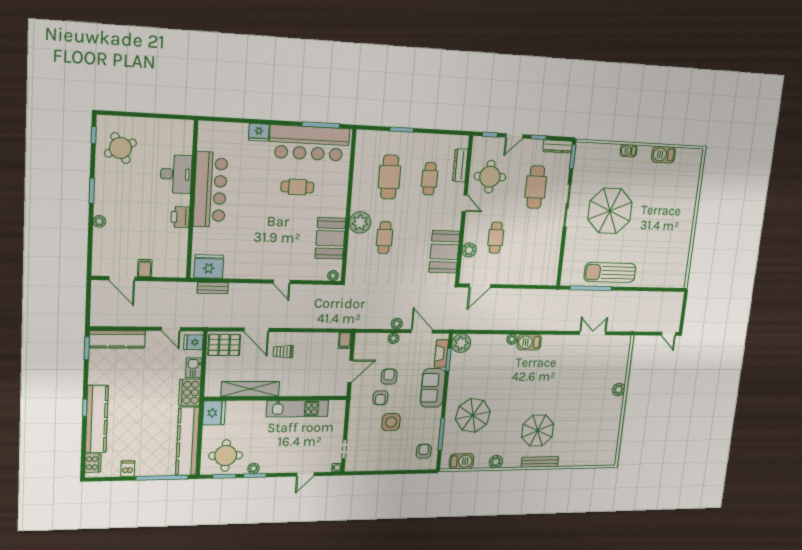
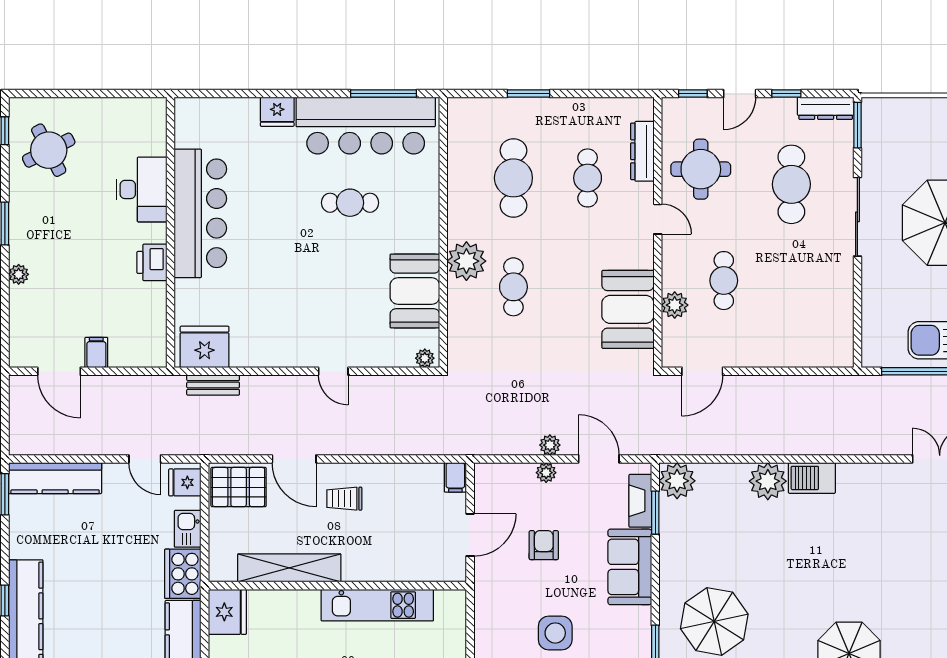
plant: (512, 339) -> (768, 481), width x1.87, depth x1.87
armchair: (380, 398) -> (531, 586), removed

